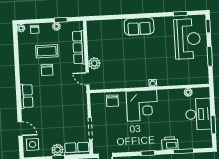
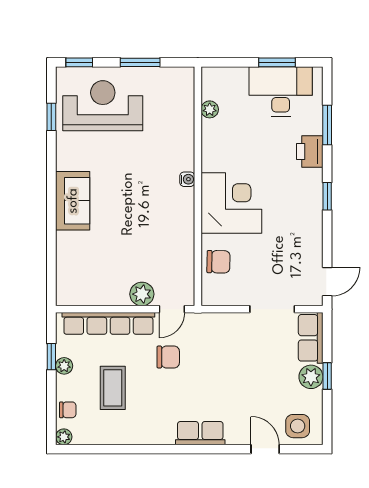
row of seats: (79, 47) -> (108, 323), width x1.36
chair: (47, 70) -> (168, 357), moved
desk: (198, 114) -> (281, 91), moved
door: (20, 129) -> (265, 449), hinge flipped

